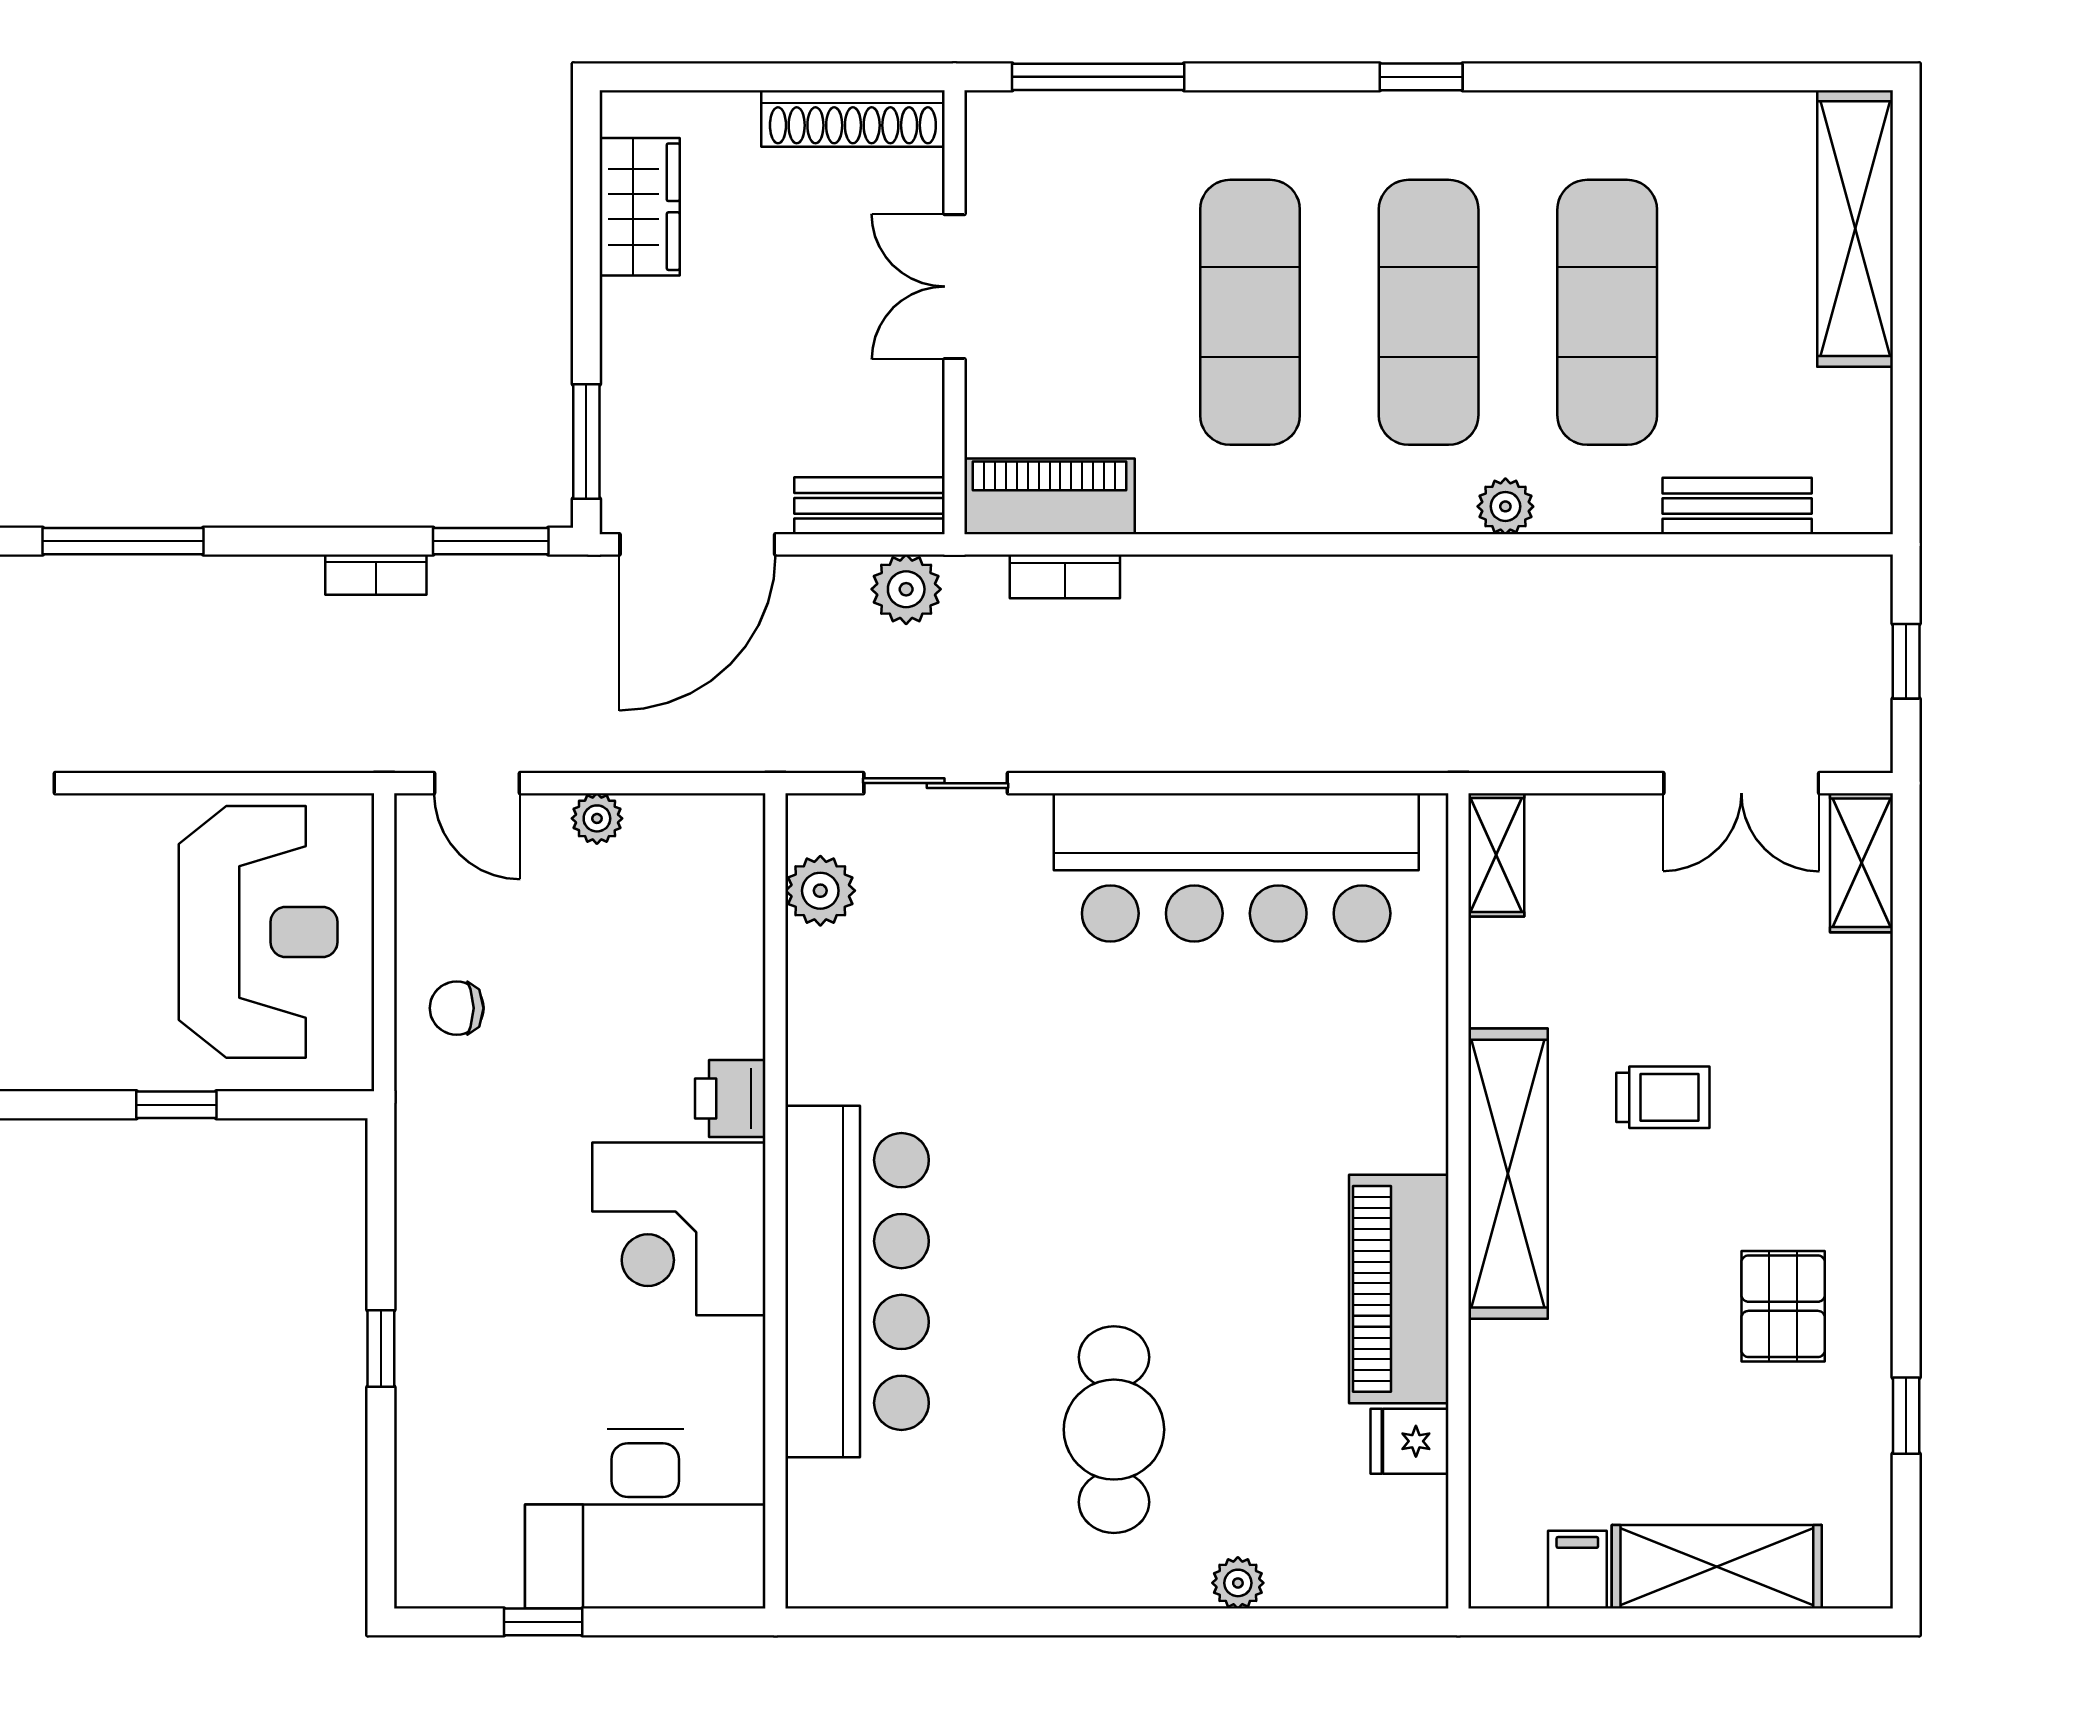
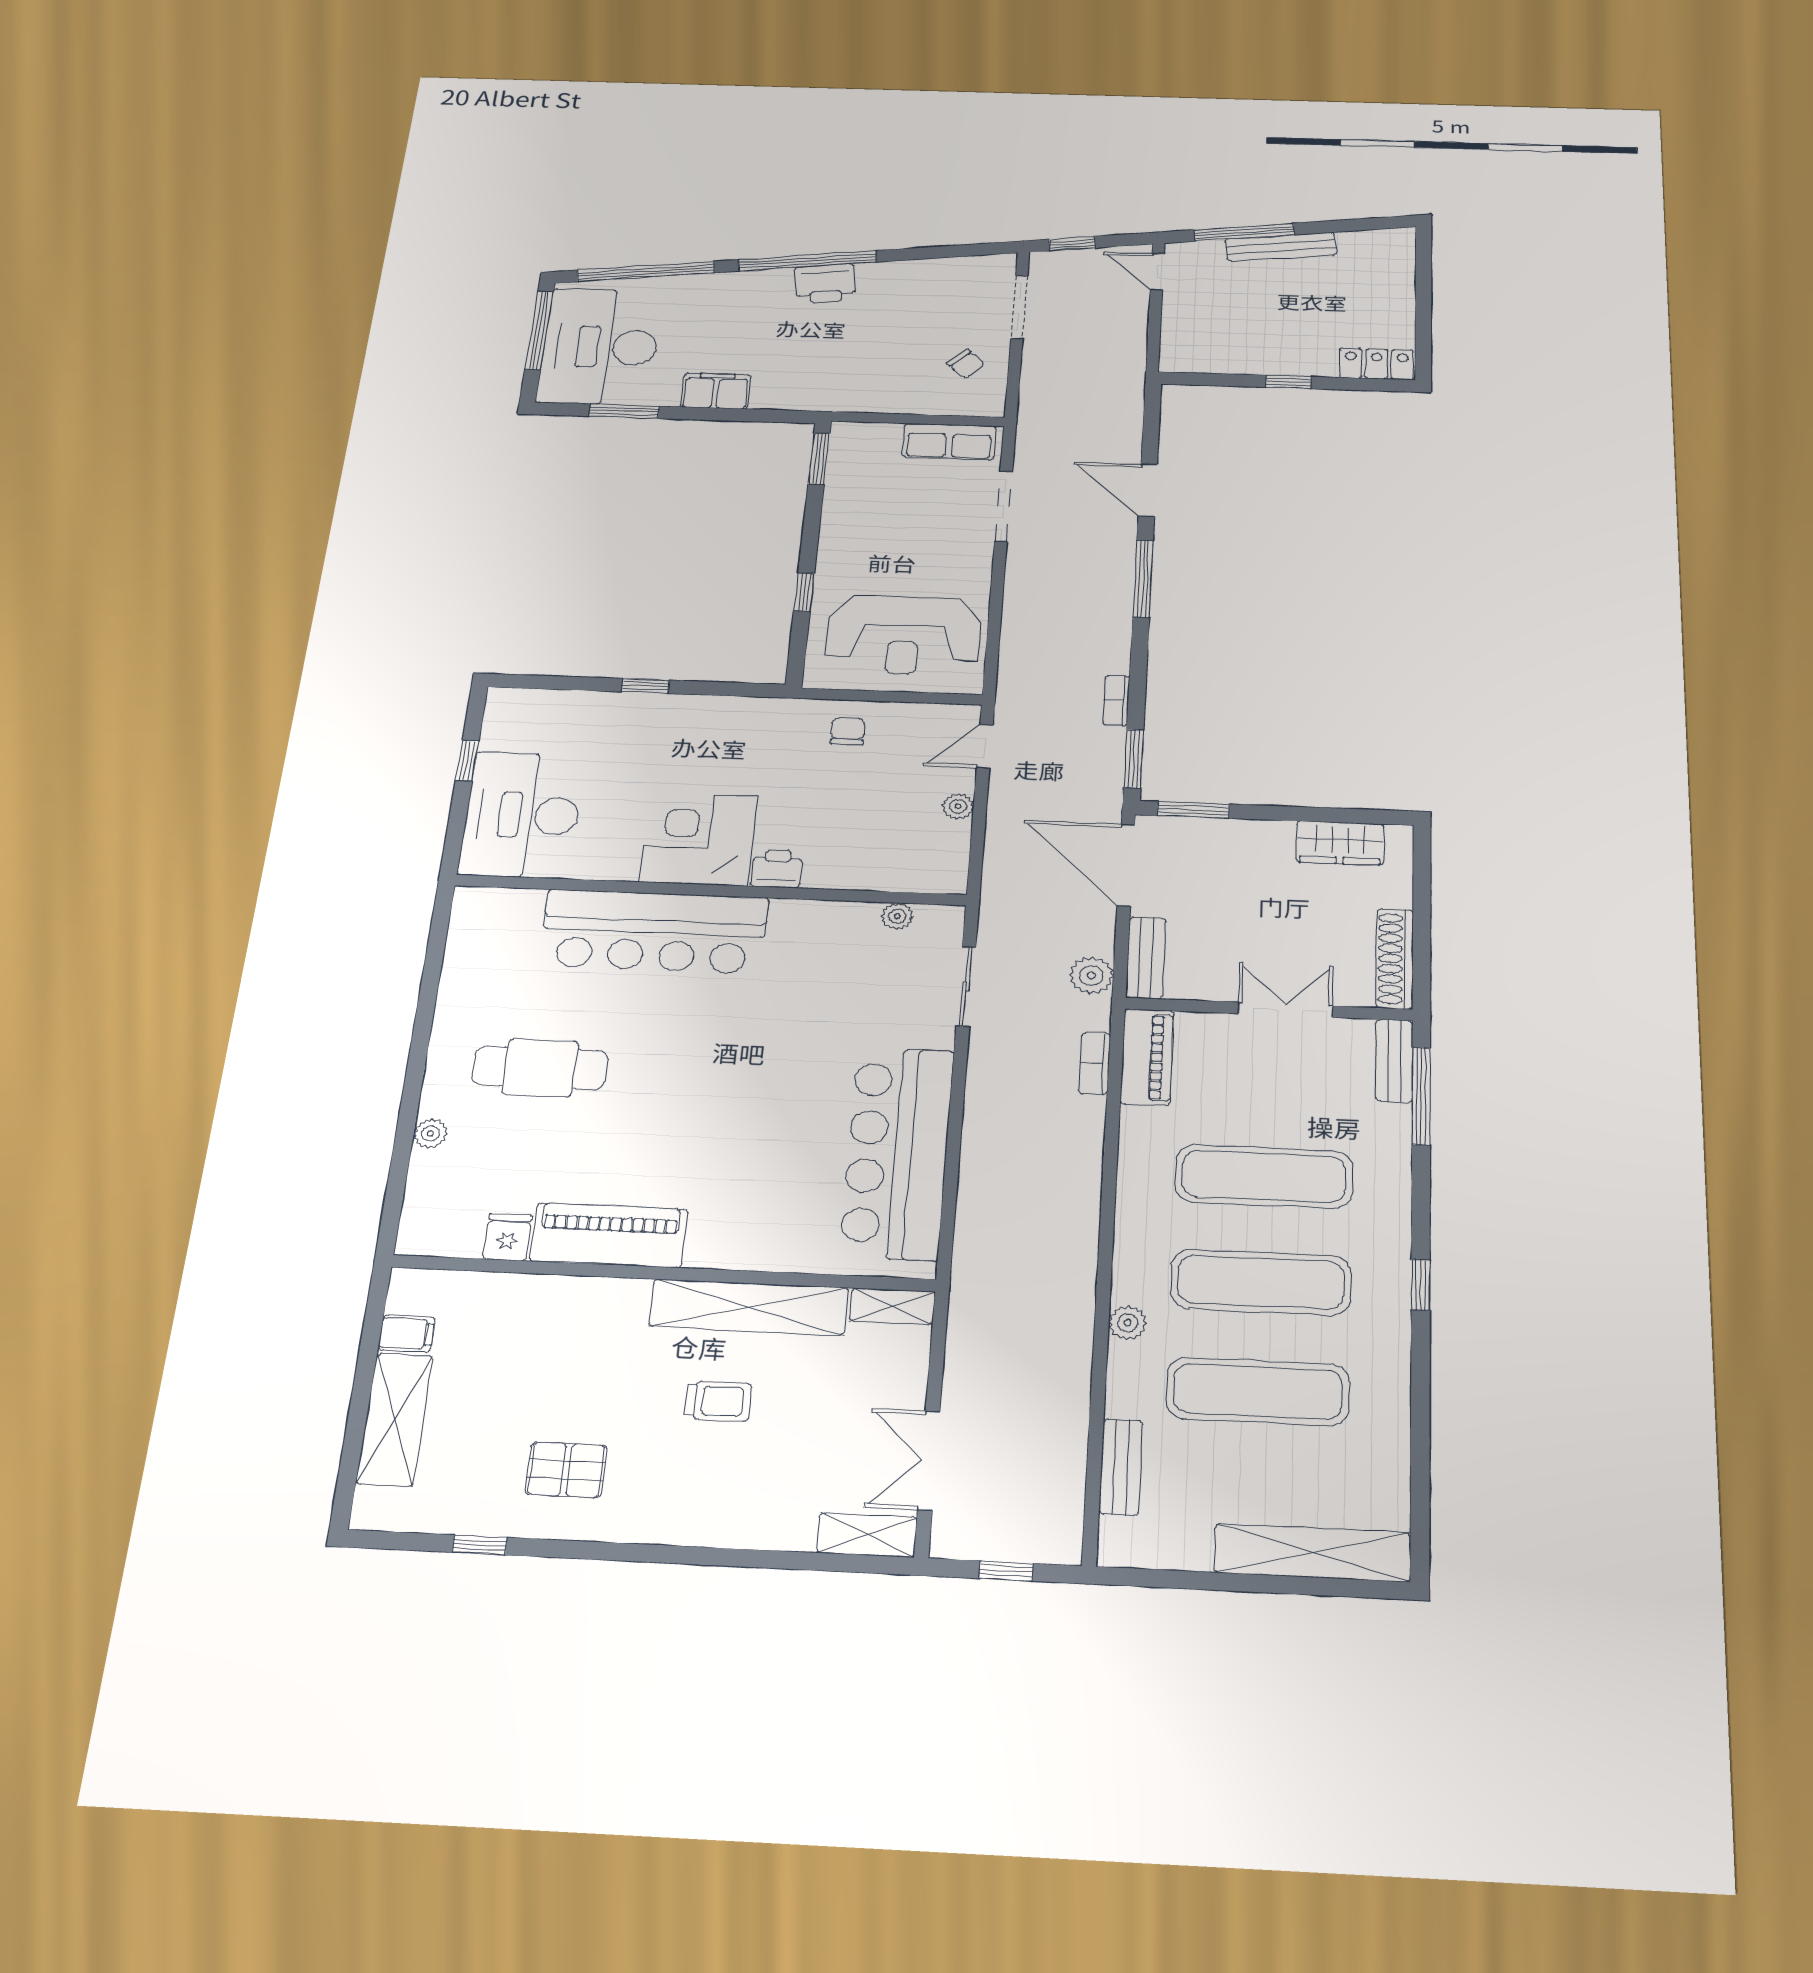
bench: (1038, 118) -> (1394, 1061), added
plant: (820, 891) -> (897, 916), width x0.73, depth x0.73
trolley: (1663, 1097) -> (718, 1401), turned -90
shelving: (1508, 1174) -> (749, 1307), moved

